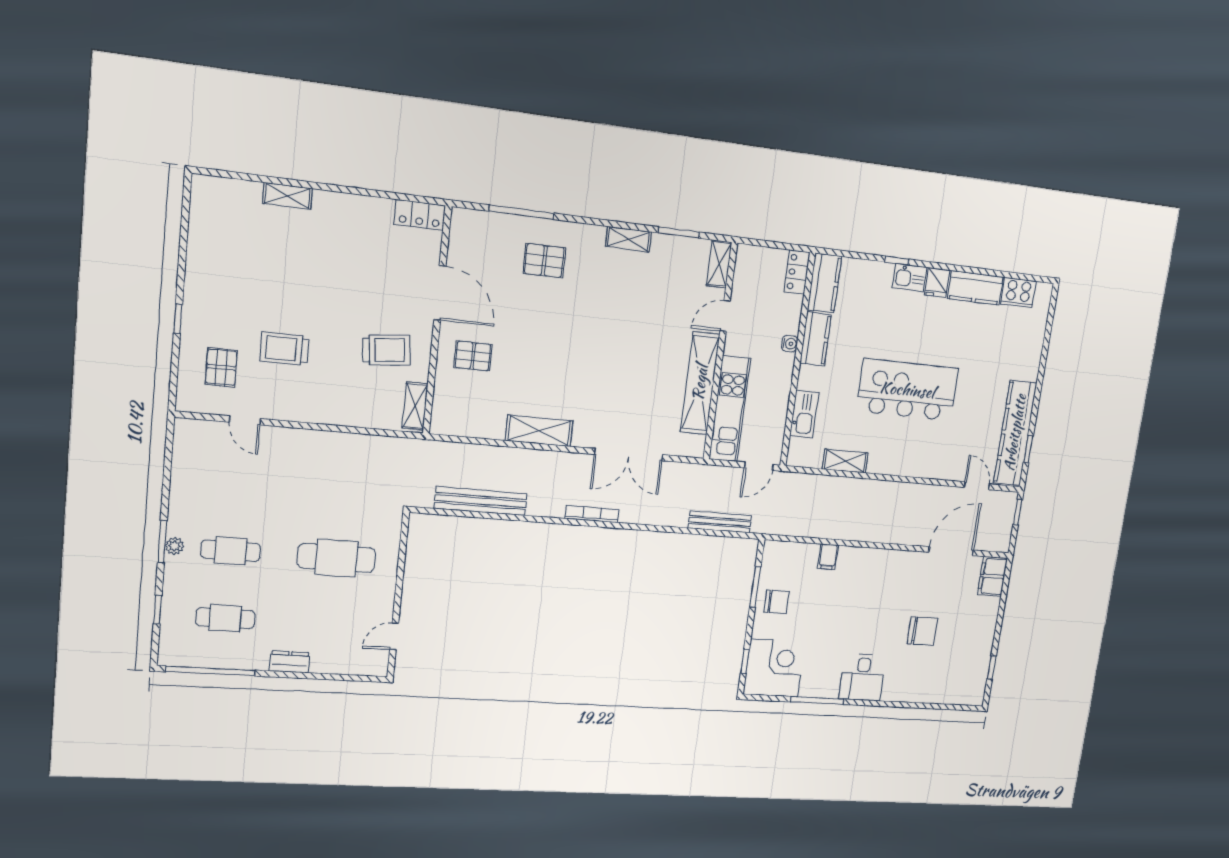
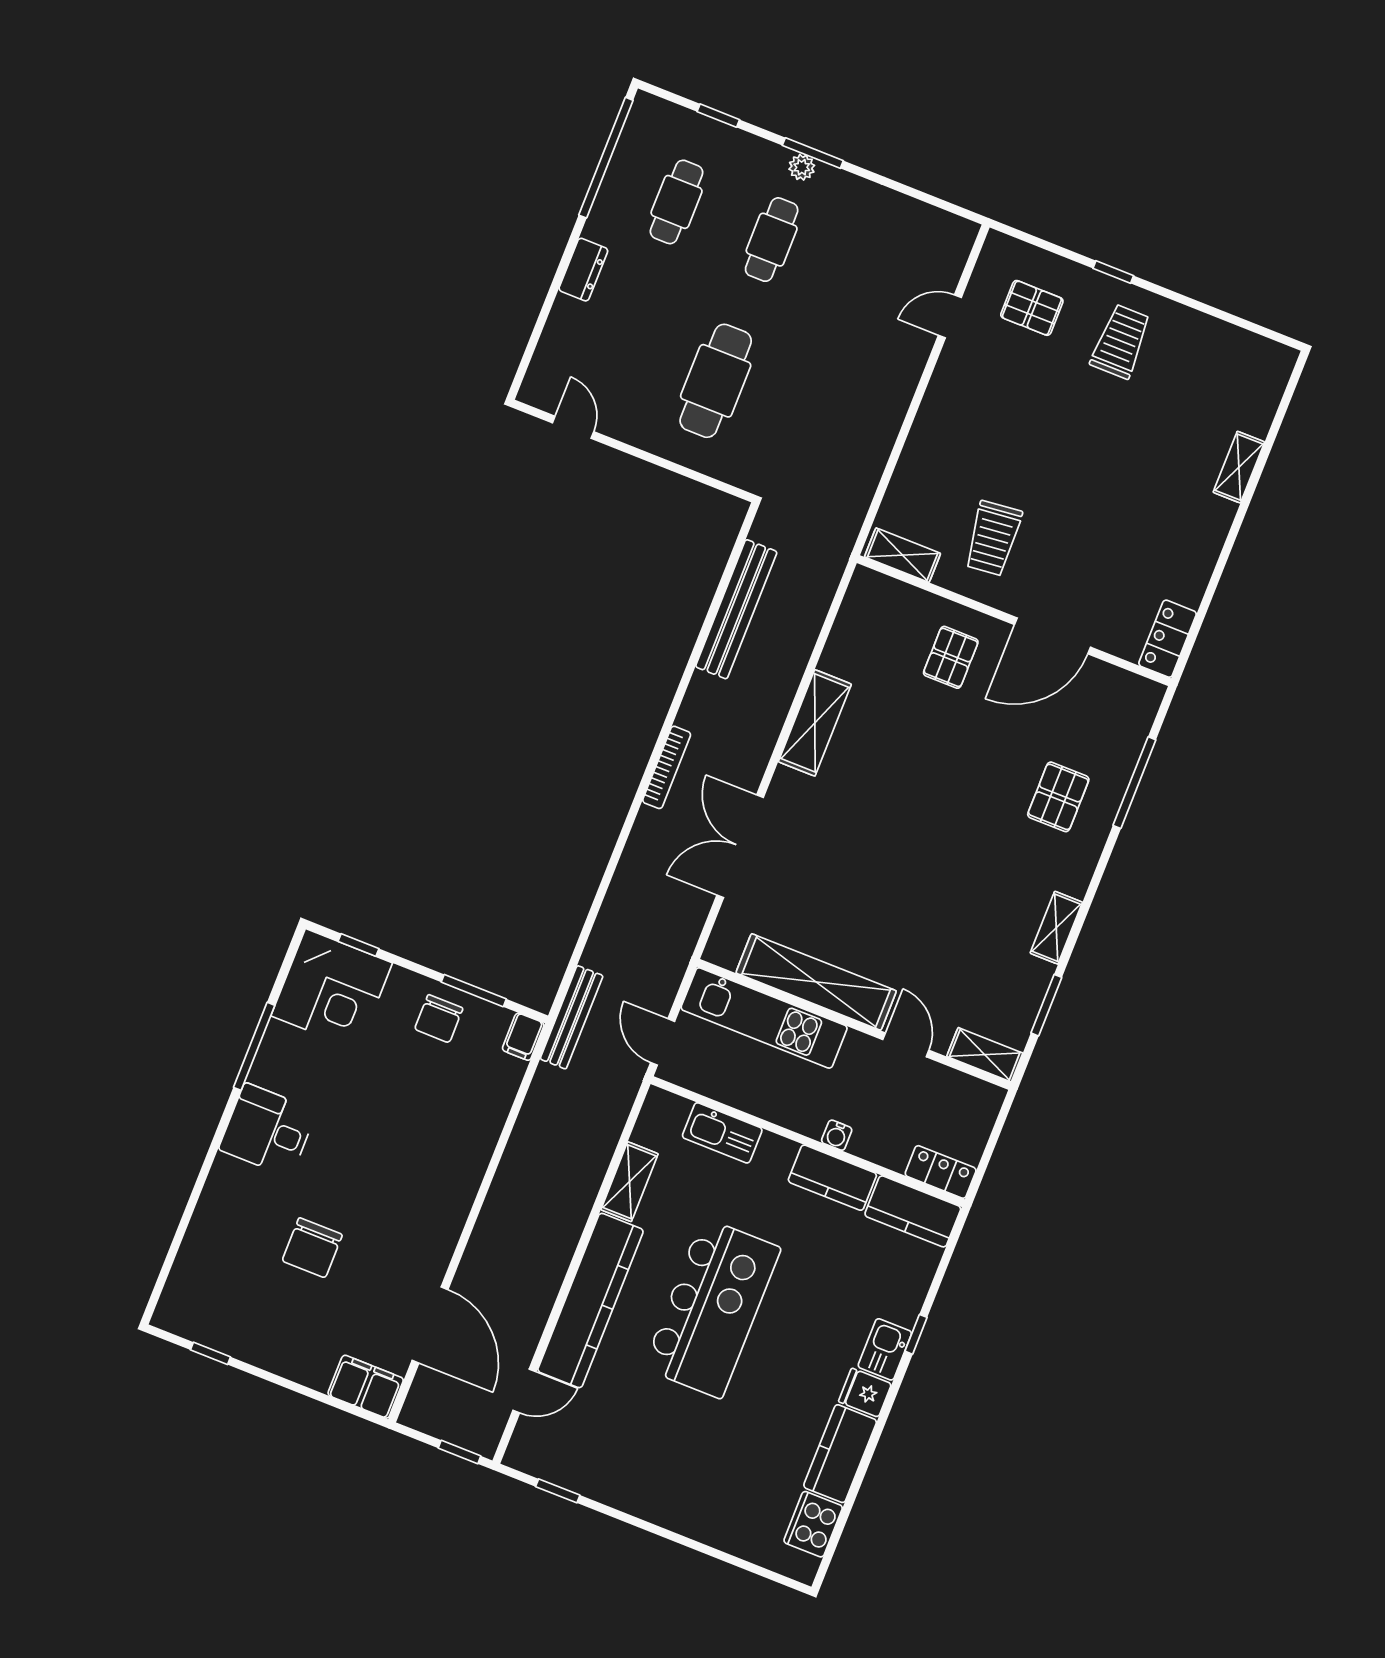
trolley: (284, 349) -> (1121, 341), moved
kitchen counter: (1015, 433) -> (590, 1301), moved, turned 90
bench: (720, 522) -> (572, 1017), moved
filing cabinet: (828, 557) -> (523, 1037), moved, turned -90

